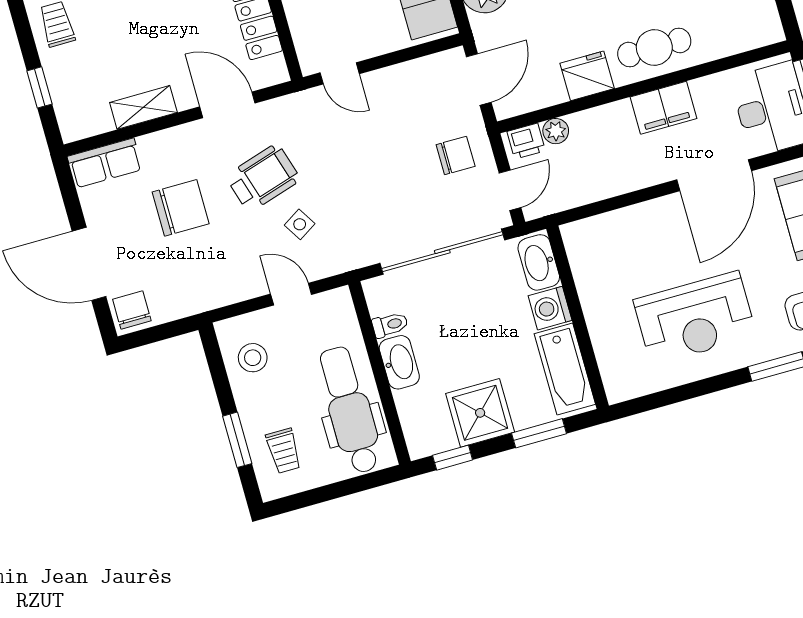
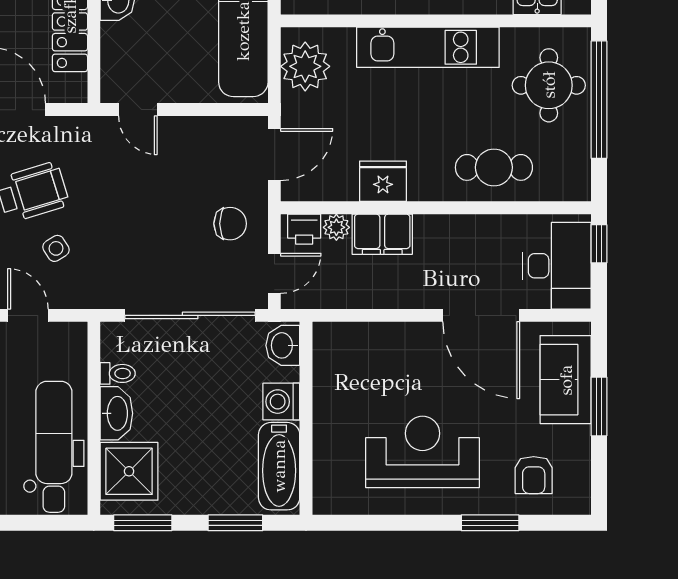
cafe table: (654, 48) -> (494, 167), moved
filing cabinet: (663, 108) -> (382, 234), moved
door: (714, 175) -> (481, 315), hinge flipped
washbasin: (539, 262) -> (283, 345), width x0.72
reception desk: (695, 318) -> (422, 452), turned 180
shower: (480, 413) -> (129, 471), moved
window: (453, 458) -> (143, 523), width x1.50

